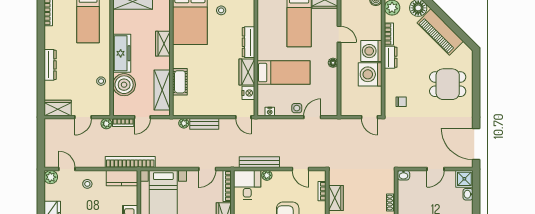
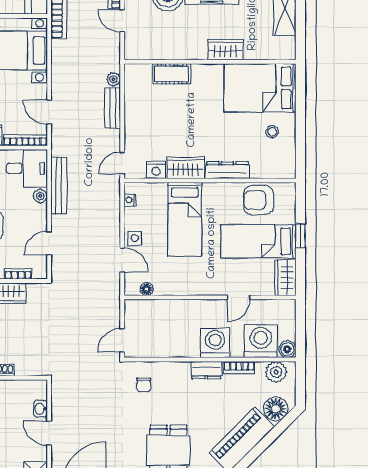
armchair: (270, 20) -> (259, 200), added
floor lamp: (333, 63) -> (146, 289), moved
washing machine: (370, 74) -> (261, 341), moved
shelving: (162, 90) -> (160, 49), removed
washbasin: (403, 175) -> (40, 409), moved

